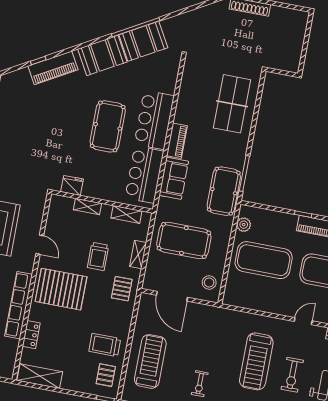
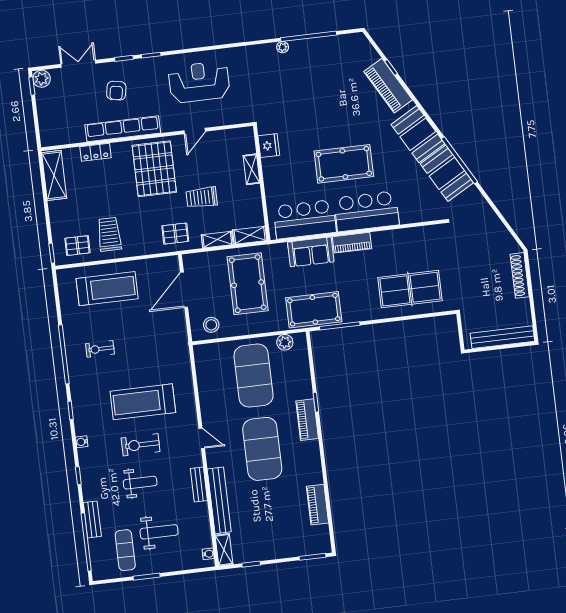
bench: (298, 38) -> (502, 337), added
shelving: (126, 214) -> (250, 235), moved, turned 90

